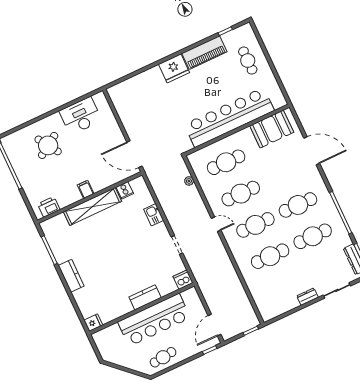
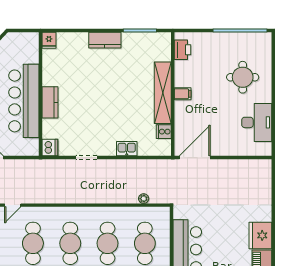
round table: (48, 145) -> (243, 77), turned 33
door: (216, 224) -> (13, 205), moved

